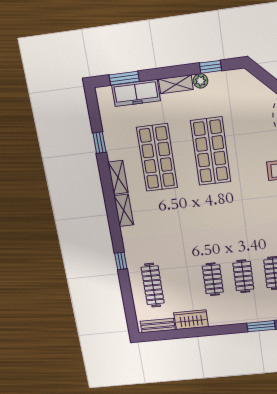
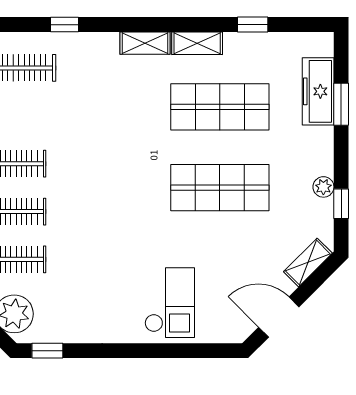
window: (124, 78) -> (341, 104), moved
shelving: (176, 84) -> (308, 262), moved, turned 45

